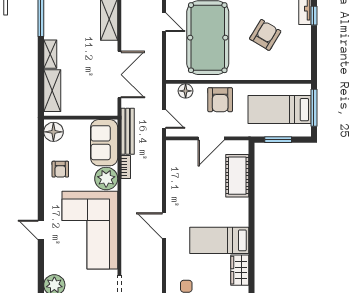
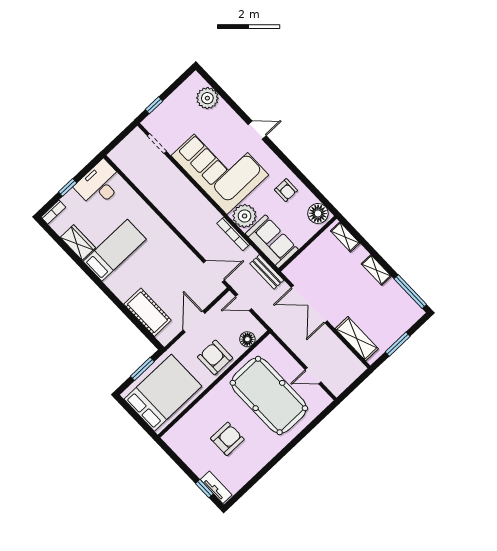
armchair: (265, 35) -> (227, 439), turned -121
shelving: (52, 91) -> (345, 237), width x0.67, depth x0.75
window: (314, 108) -> (138, 419), removed
bed: (280, 110) -> (163, 393), width x1.50
bench: (128, 131) -> (267, 272), width x0.73
bookcase: (126, 167) -> (233, 234), width x1.56
armchair: (60, 169) -> (286, 190), turned 180
door: (164, 226) -> (214, 271), moved

